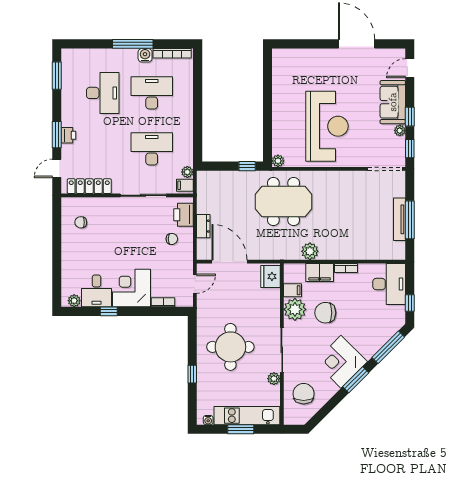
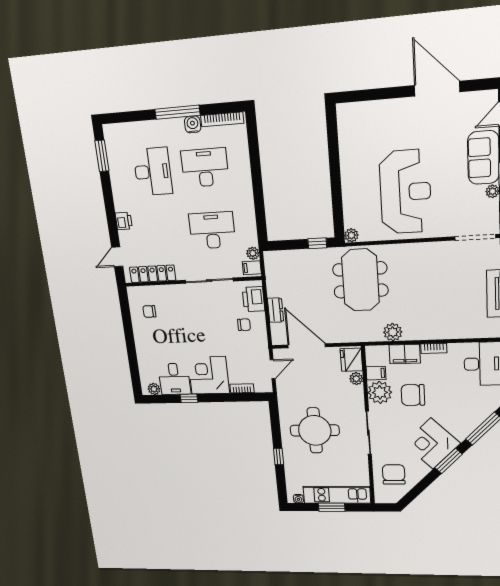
window: (57, 135) -> (112, 221), removed
meeting table: (284, 202) -> (360, 280), turned 90
plant: (274, 379) -> (356, 379), moved

